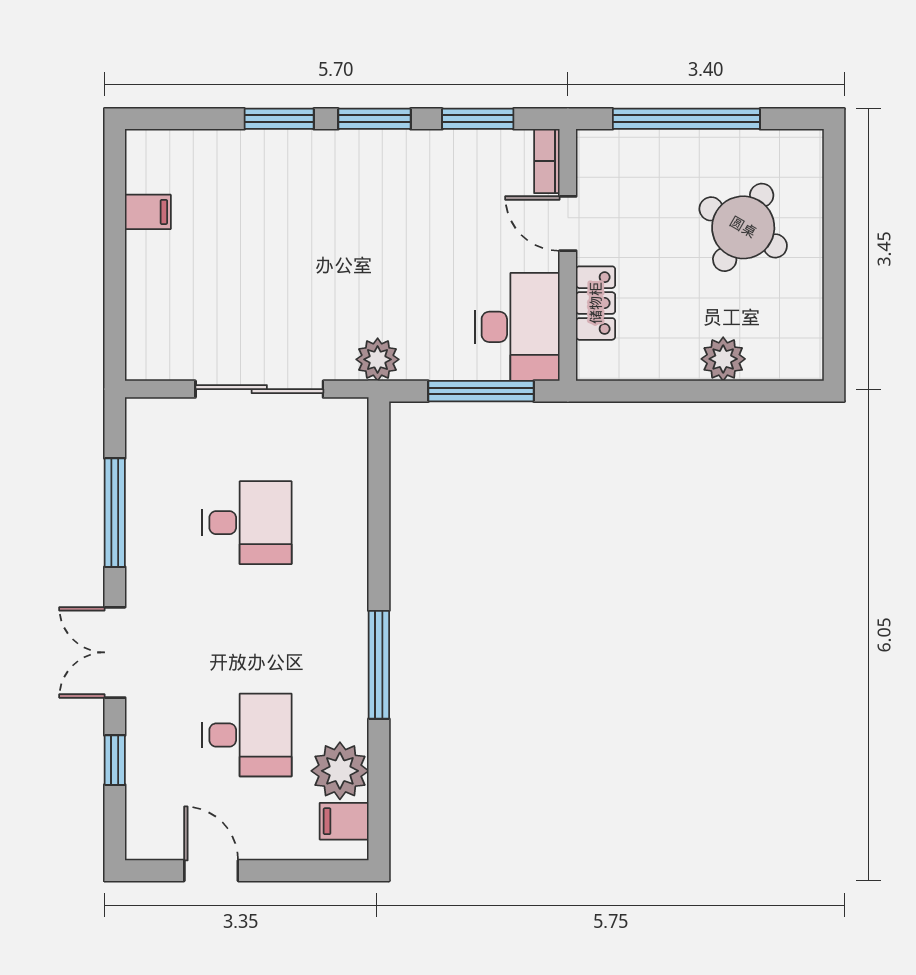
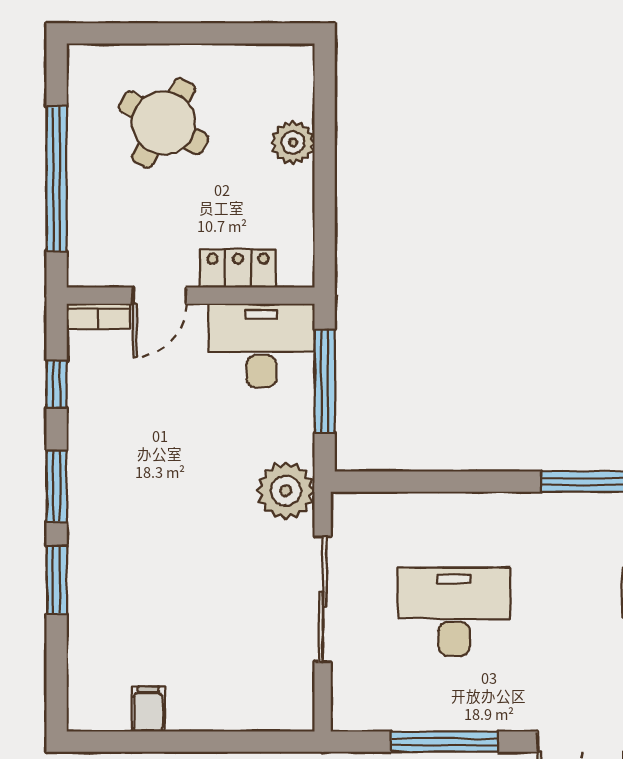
window: (478, 119) -> (57, 384), width x0.67
plant: (378, 359) -> (286, 491), width x1.36, depth x1.36
desk: (247, 523) -> (454, 612), width x1.37

